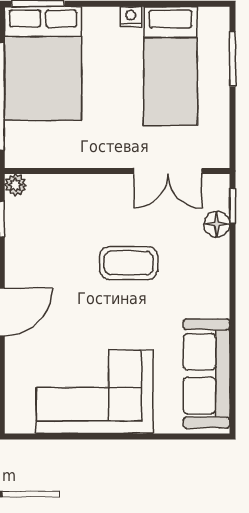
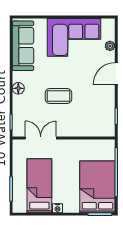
plant: (16, 185) -> (110, 46), moved
floor lamp: (217, 224) -> (18, 88), moved

